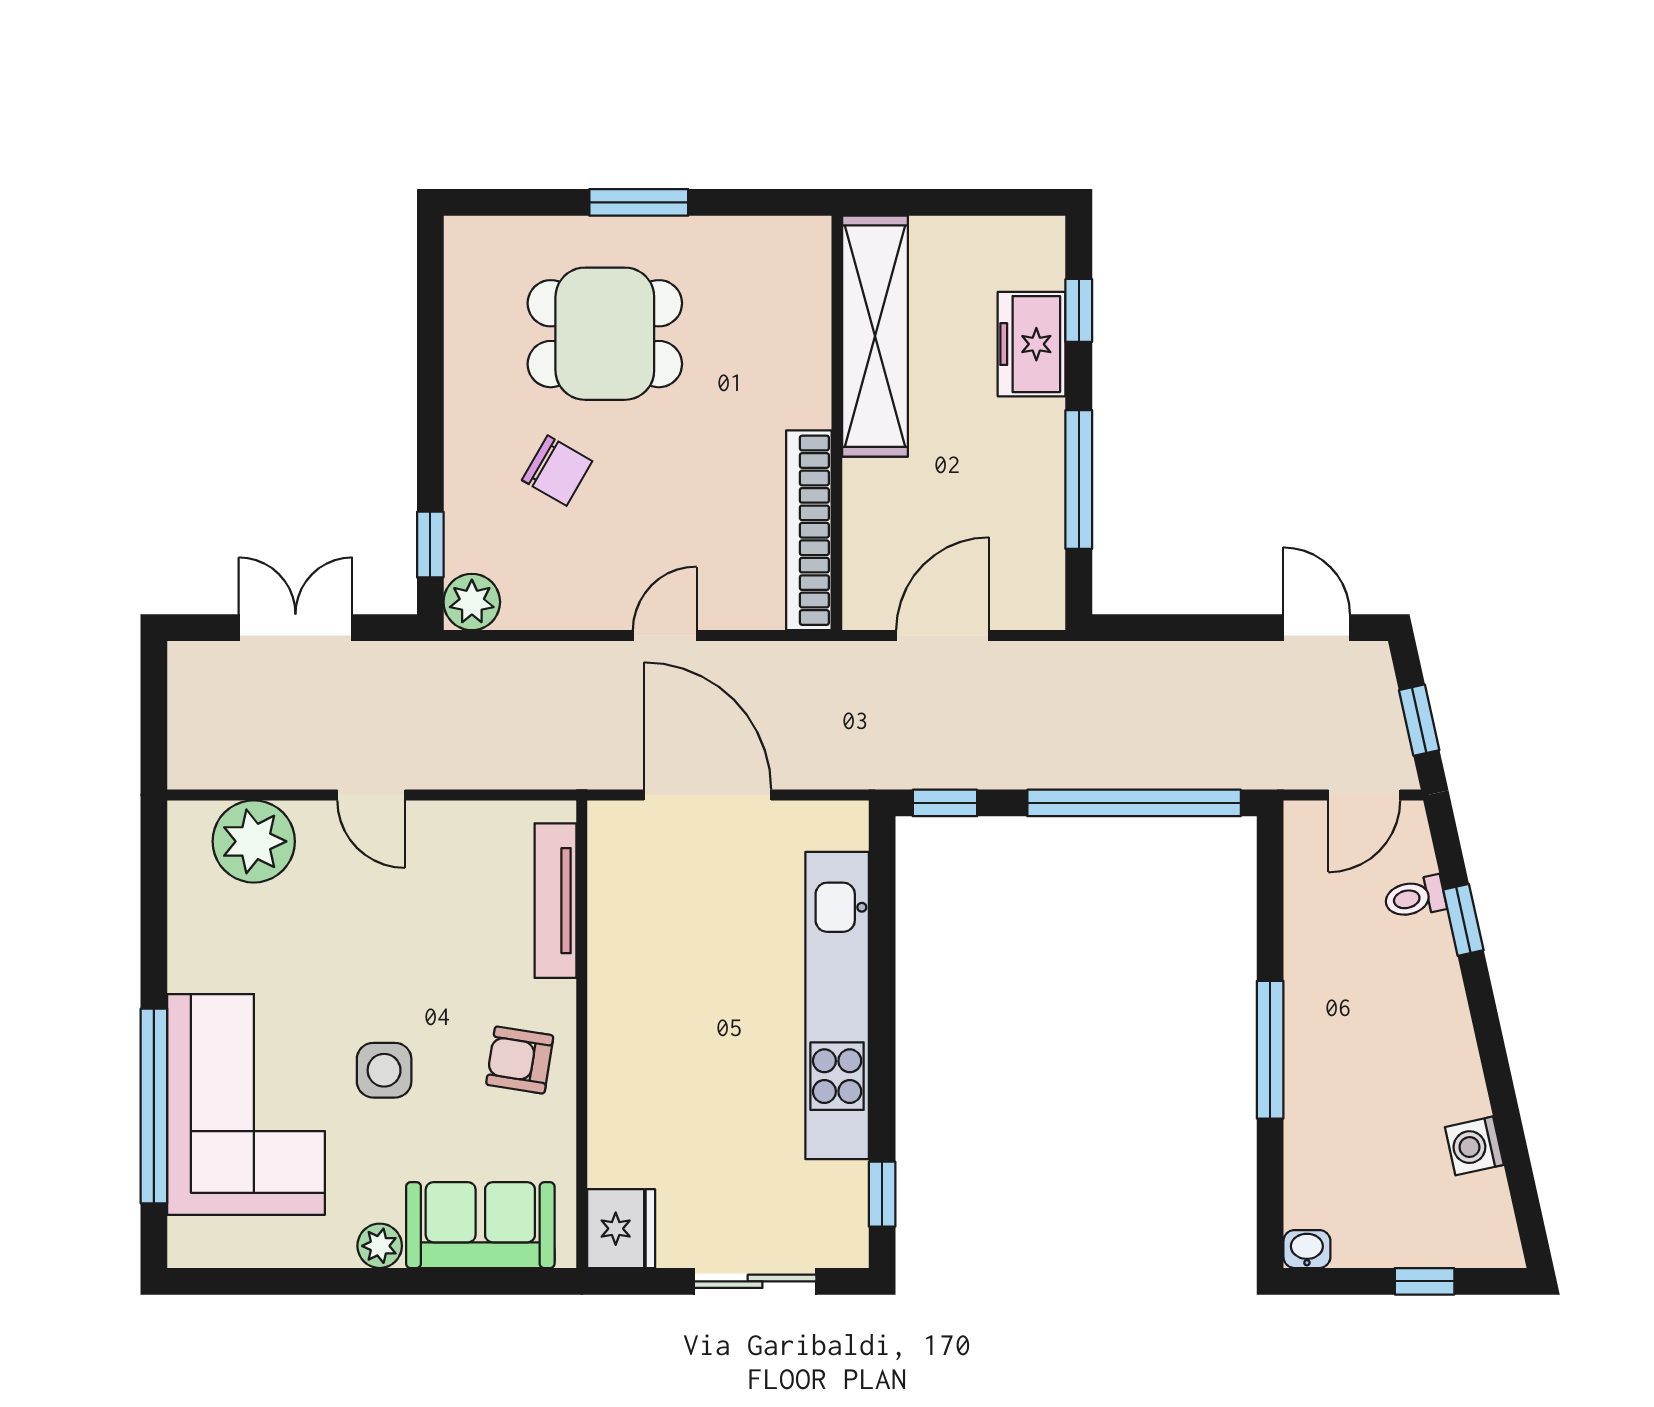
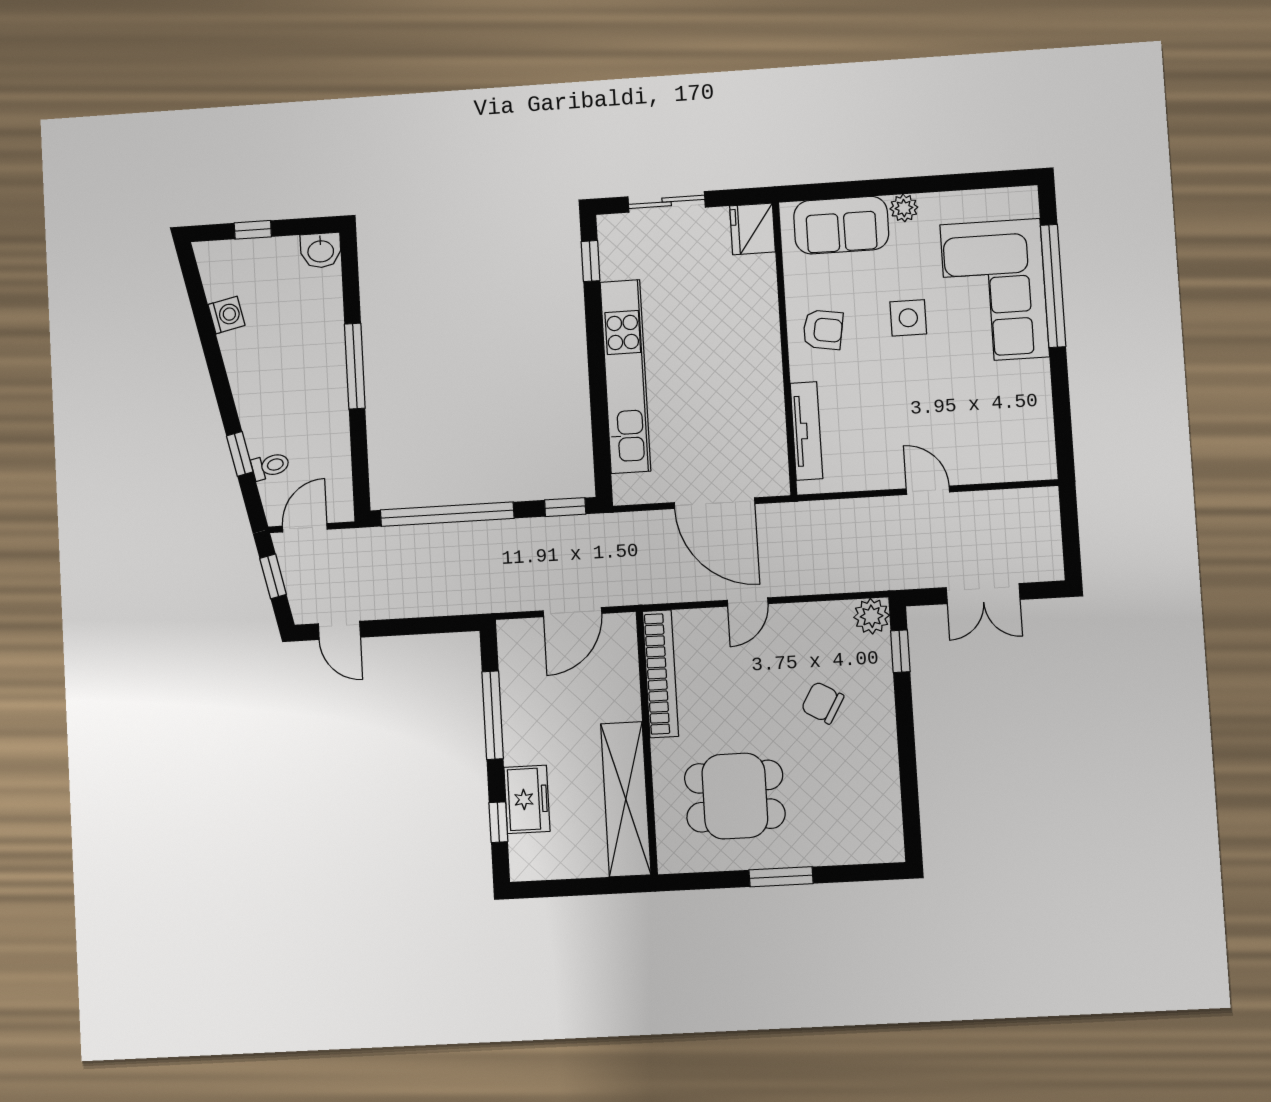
dining table: (605, 334) -> (735, 796), moved
plant: (254, 841) -> (1001, 456), removed
washbasin: (1307, 1249) -> (321, 250), width x1.38, depth x1.45

